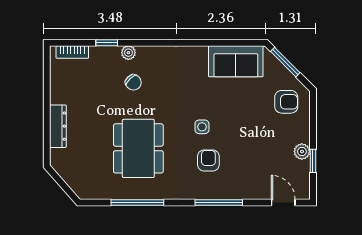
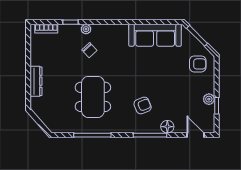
sofa: (236, 61) -> (155, 35), width x1.36
side table: (202, 127) -> (138, 82), removed
armchair: (208, 160) -> (143, 106), turned 68
floor lamp: (243, 190) -> (167, 127), added

